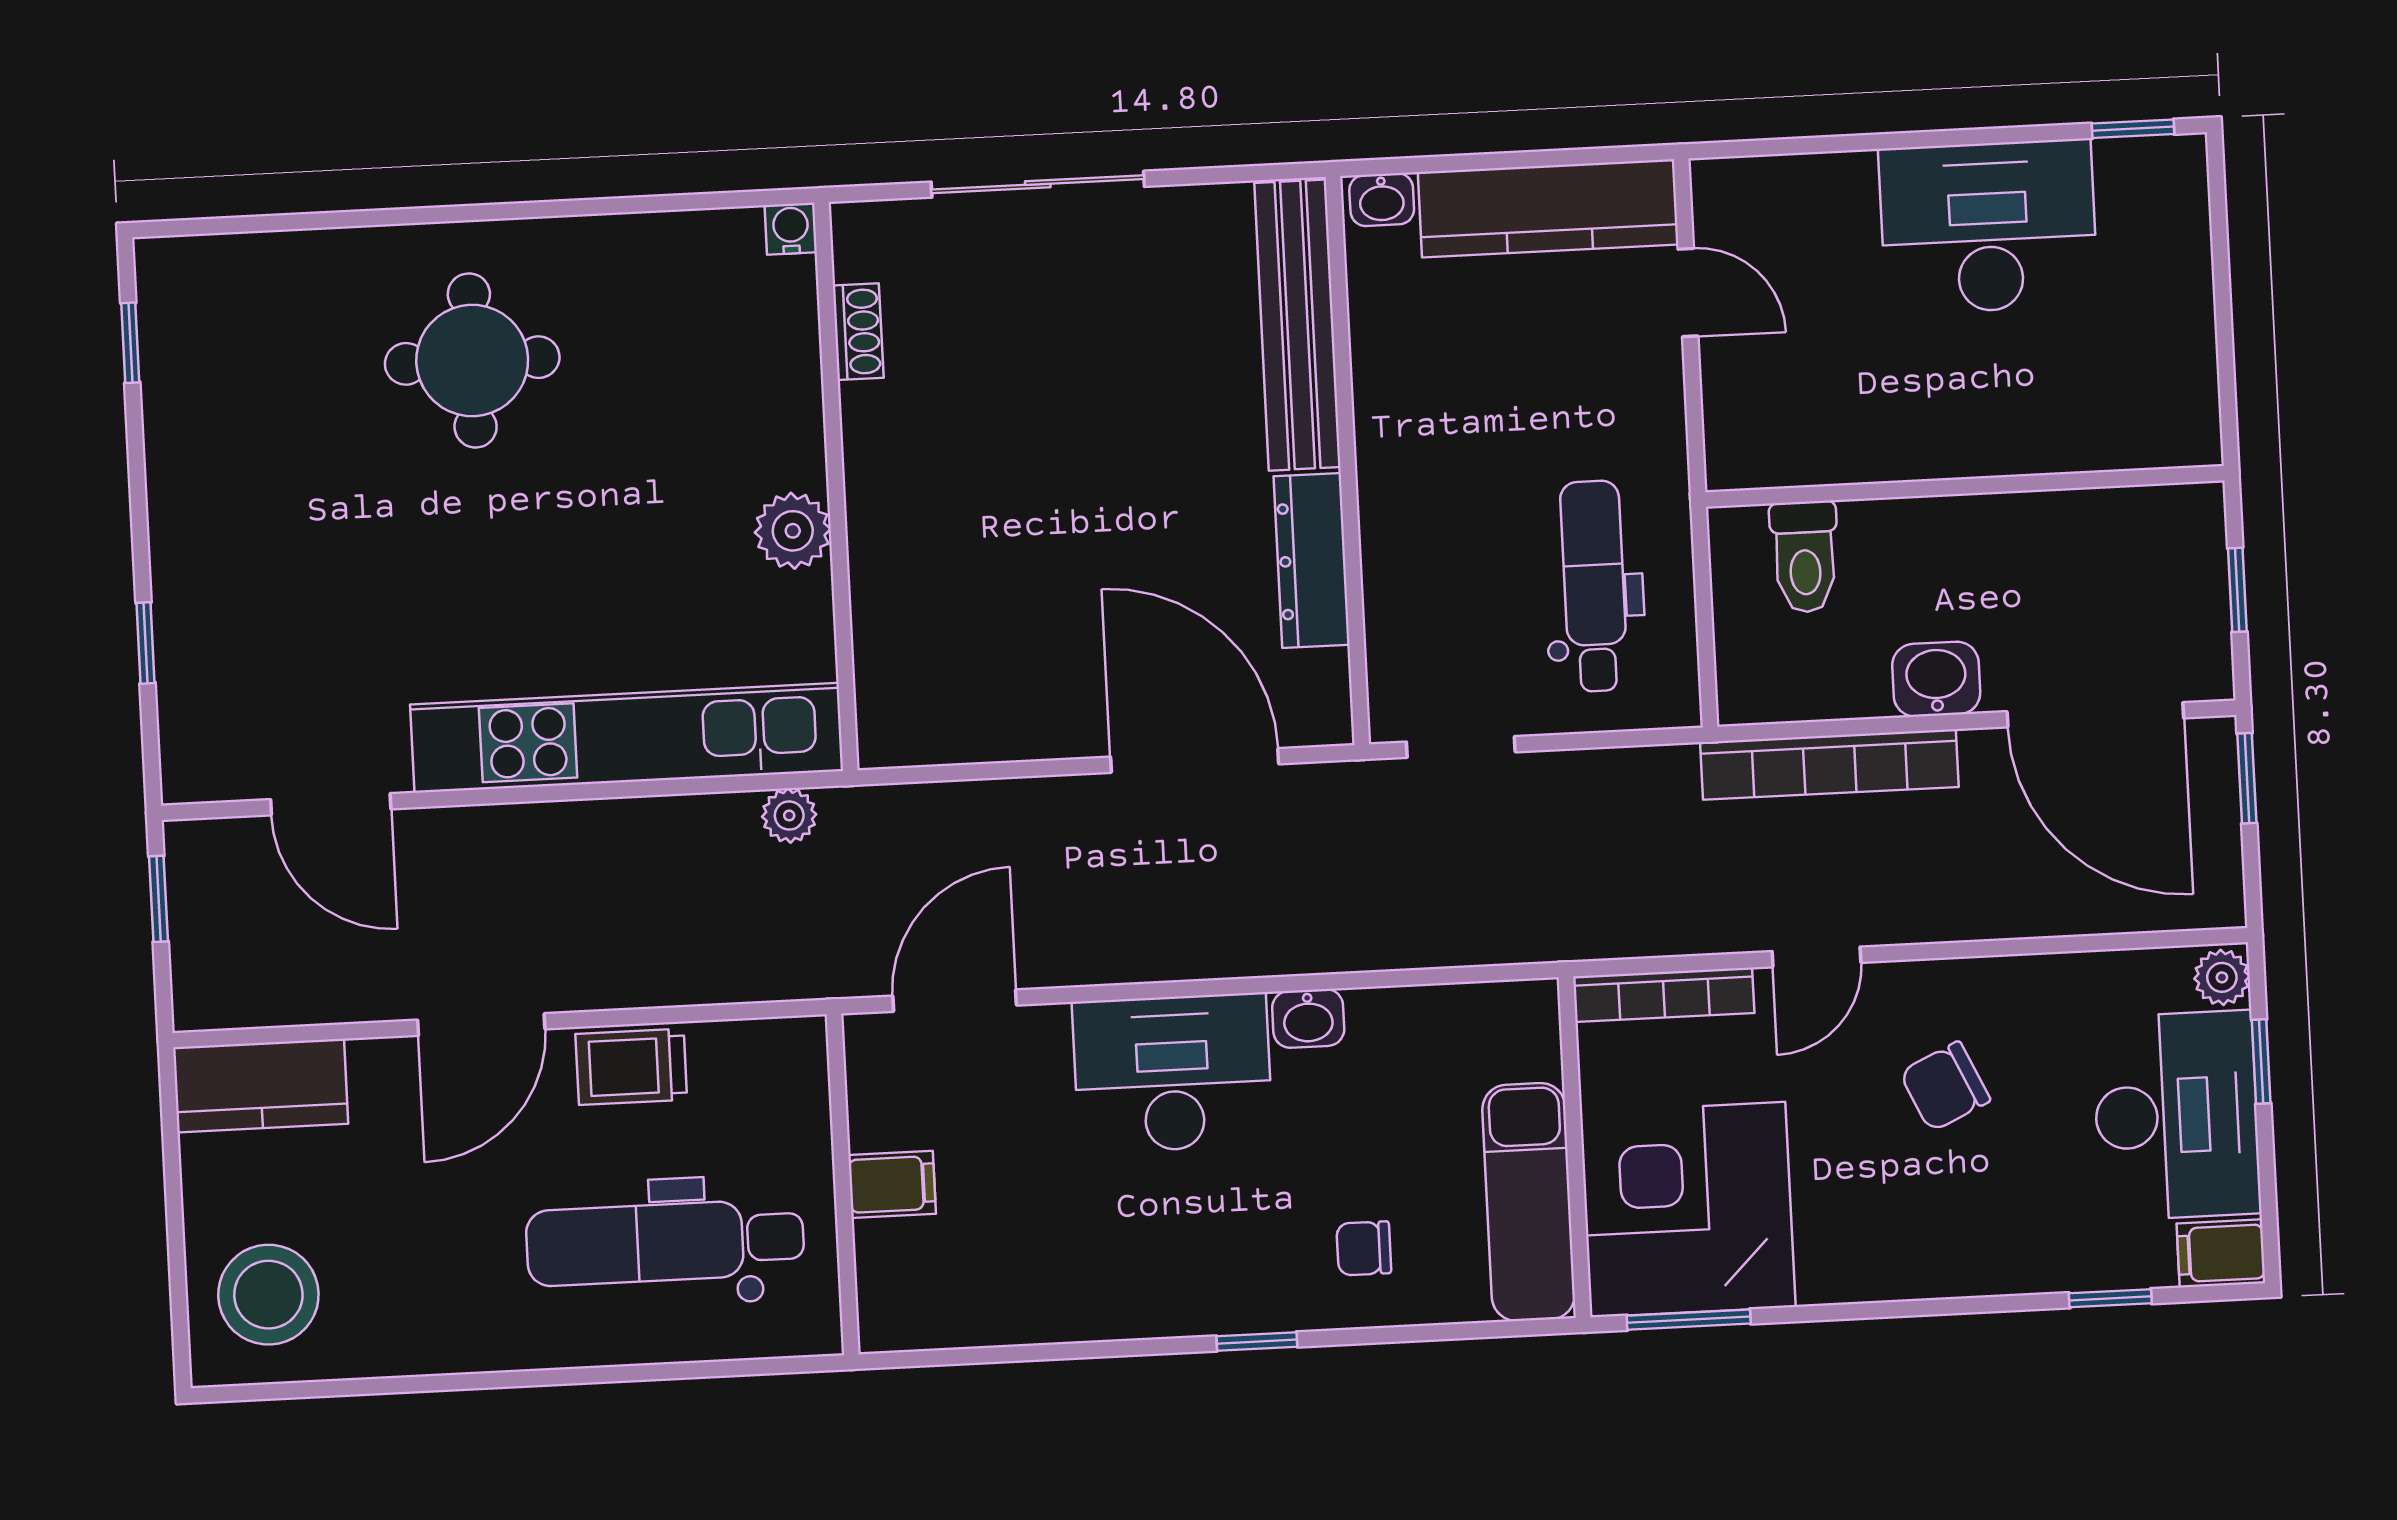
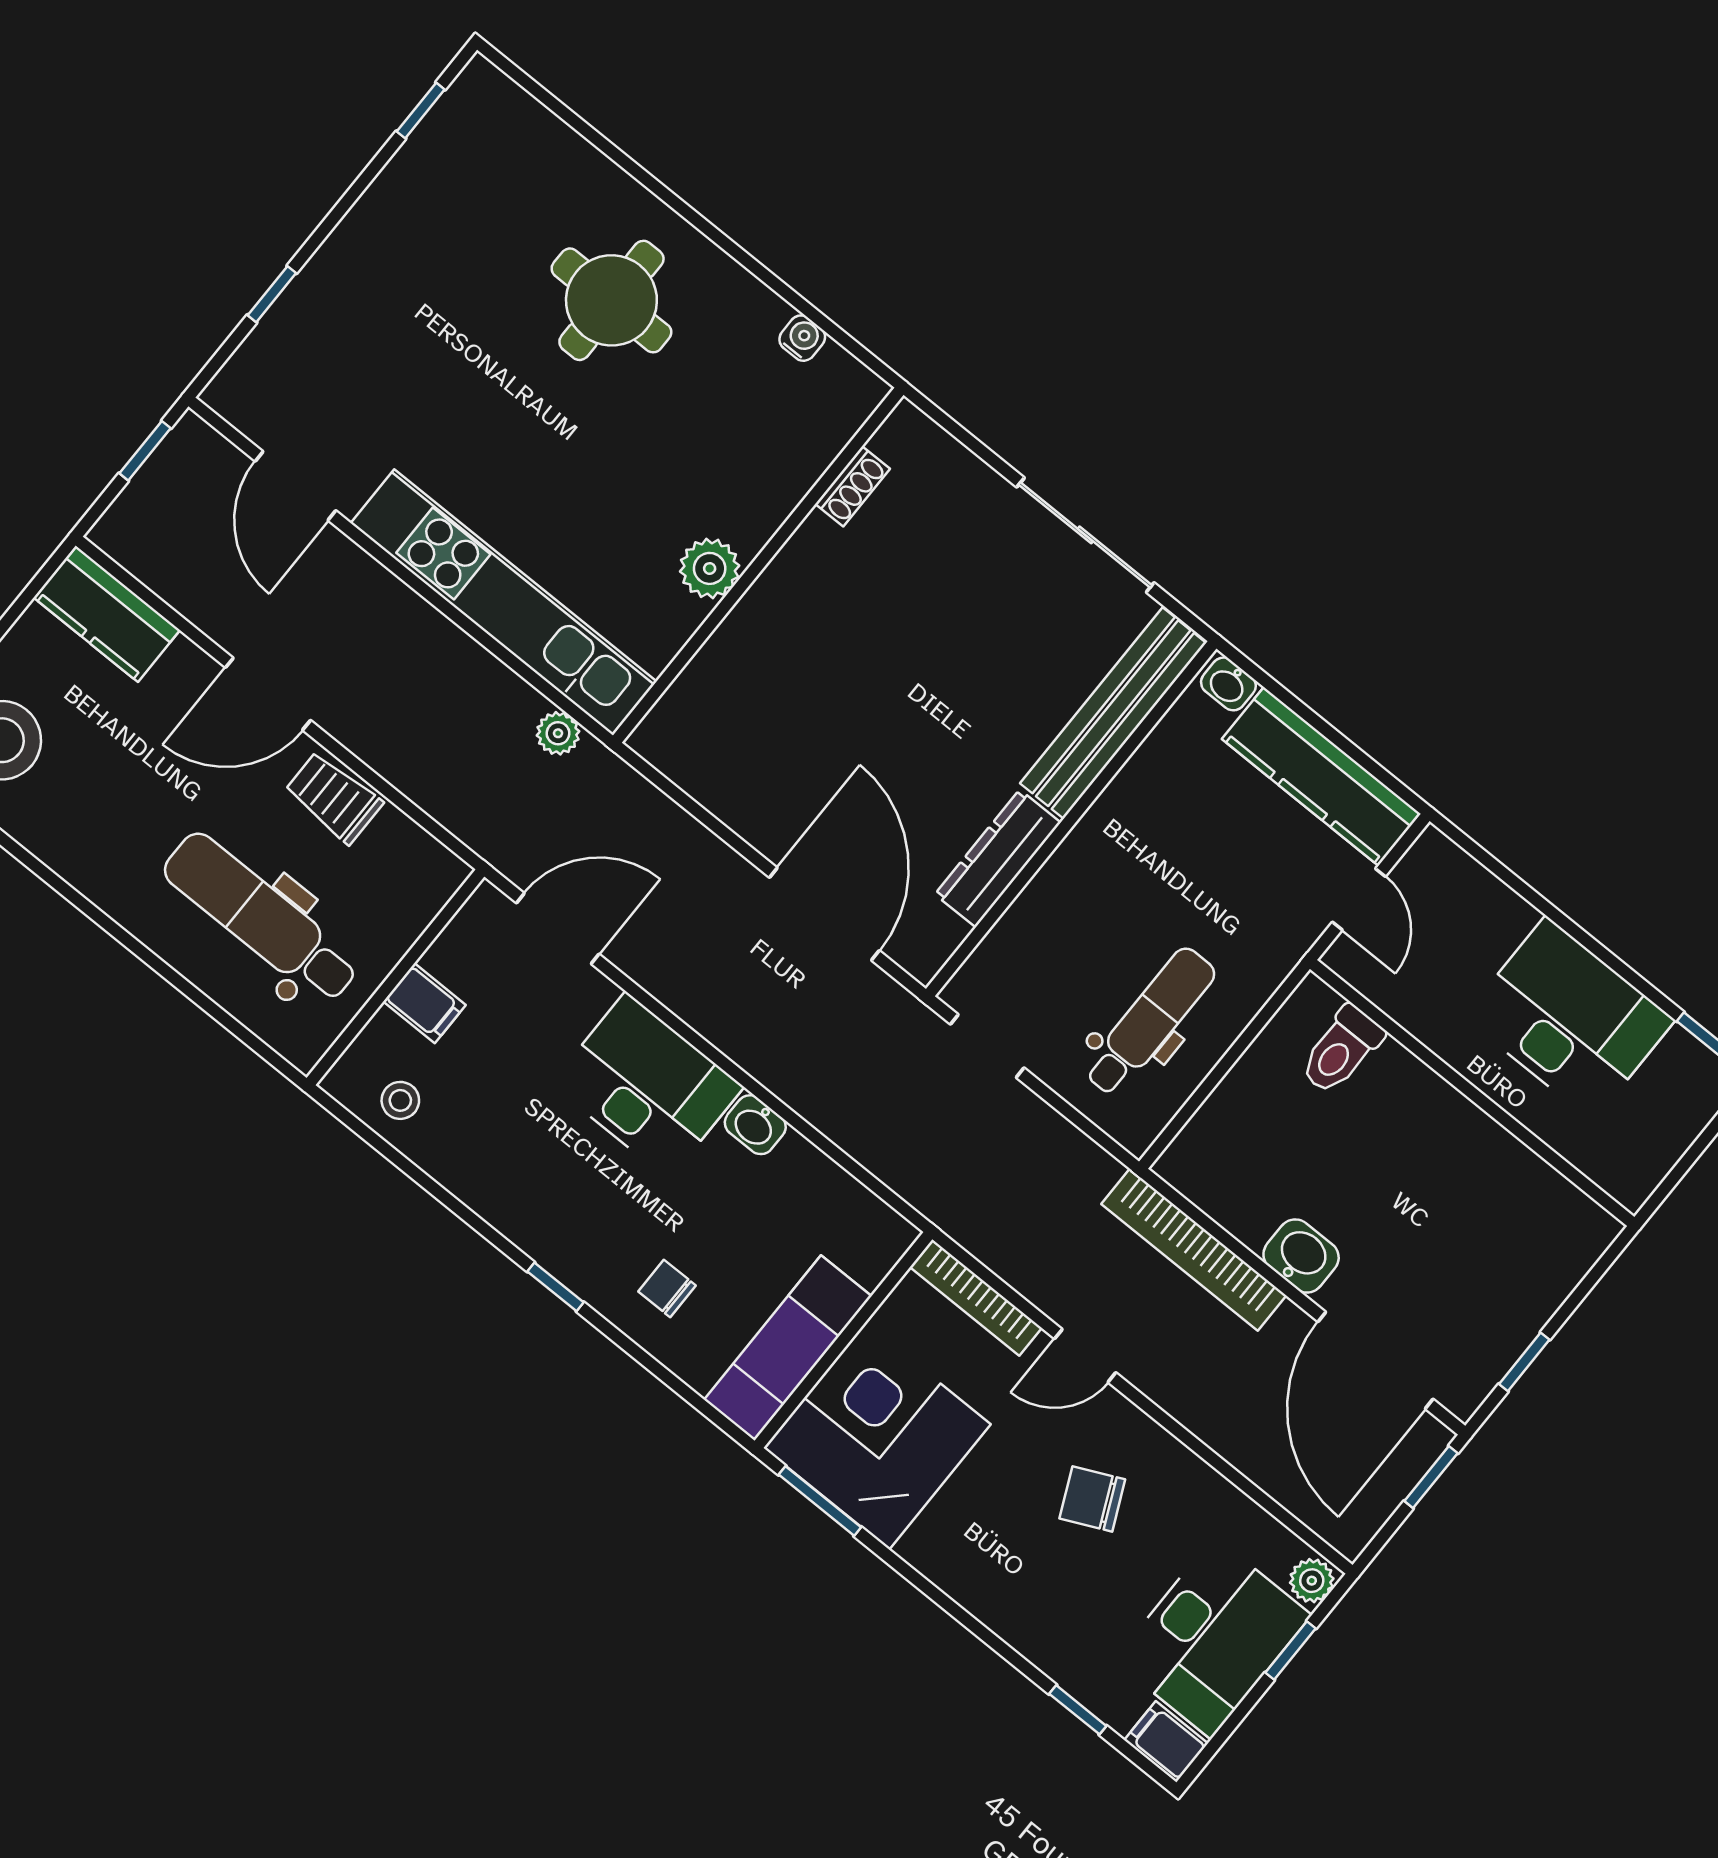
sliding door: (1038, 184) -> (1085, 535), moved
water cooler: (791, 229) -> (802, 338), moved
wall: (1965, 486) -> (1472, 1093), moved
toilet: (1805, 557) -> (1341, 1050), moved
stool: (952, 1297) -> (400, 1100), added

